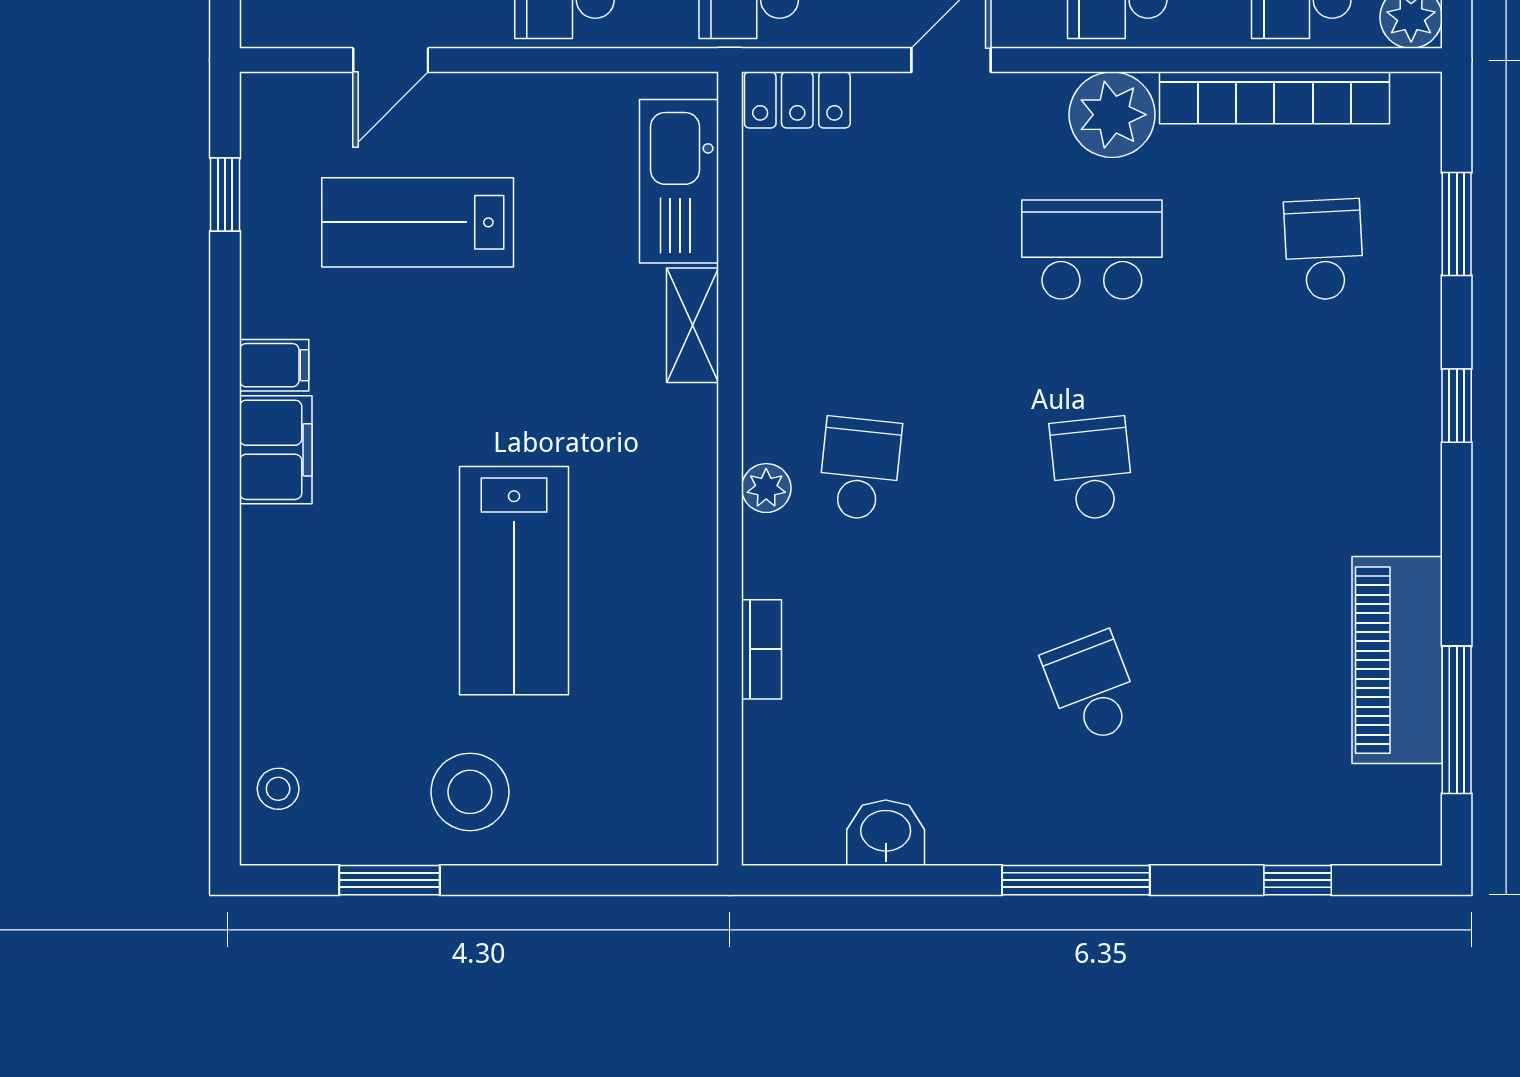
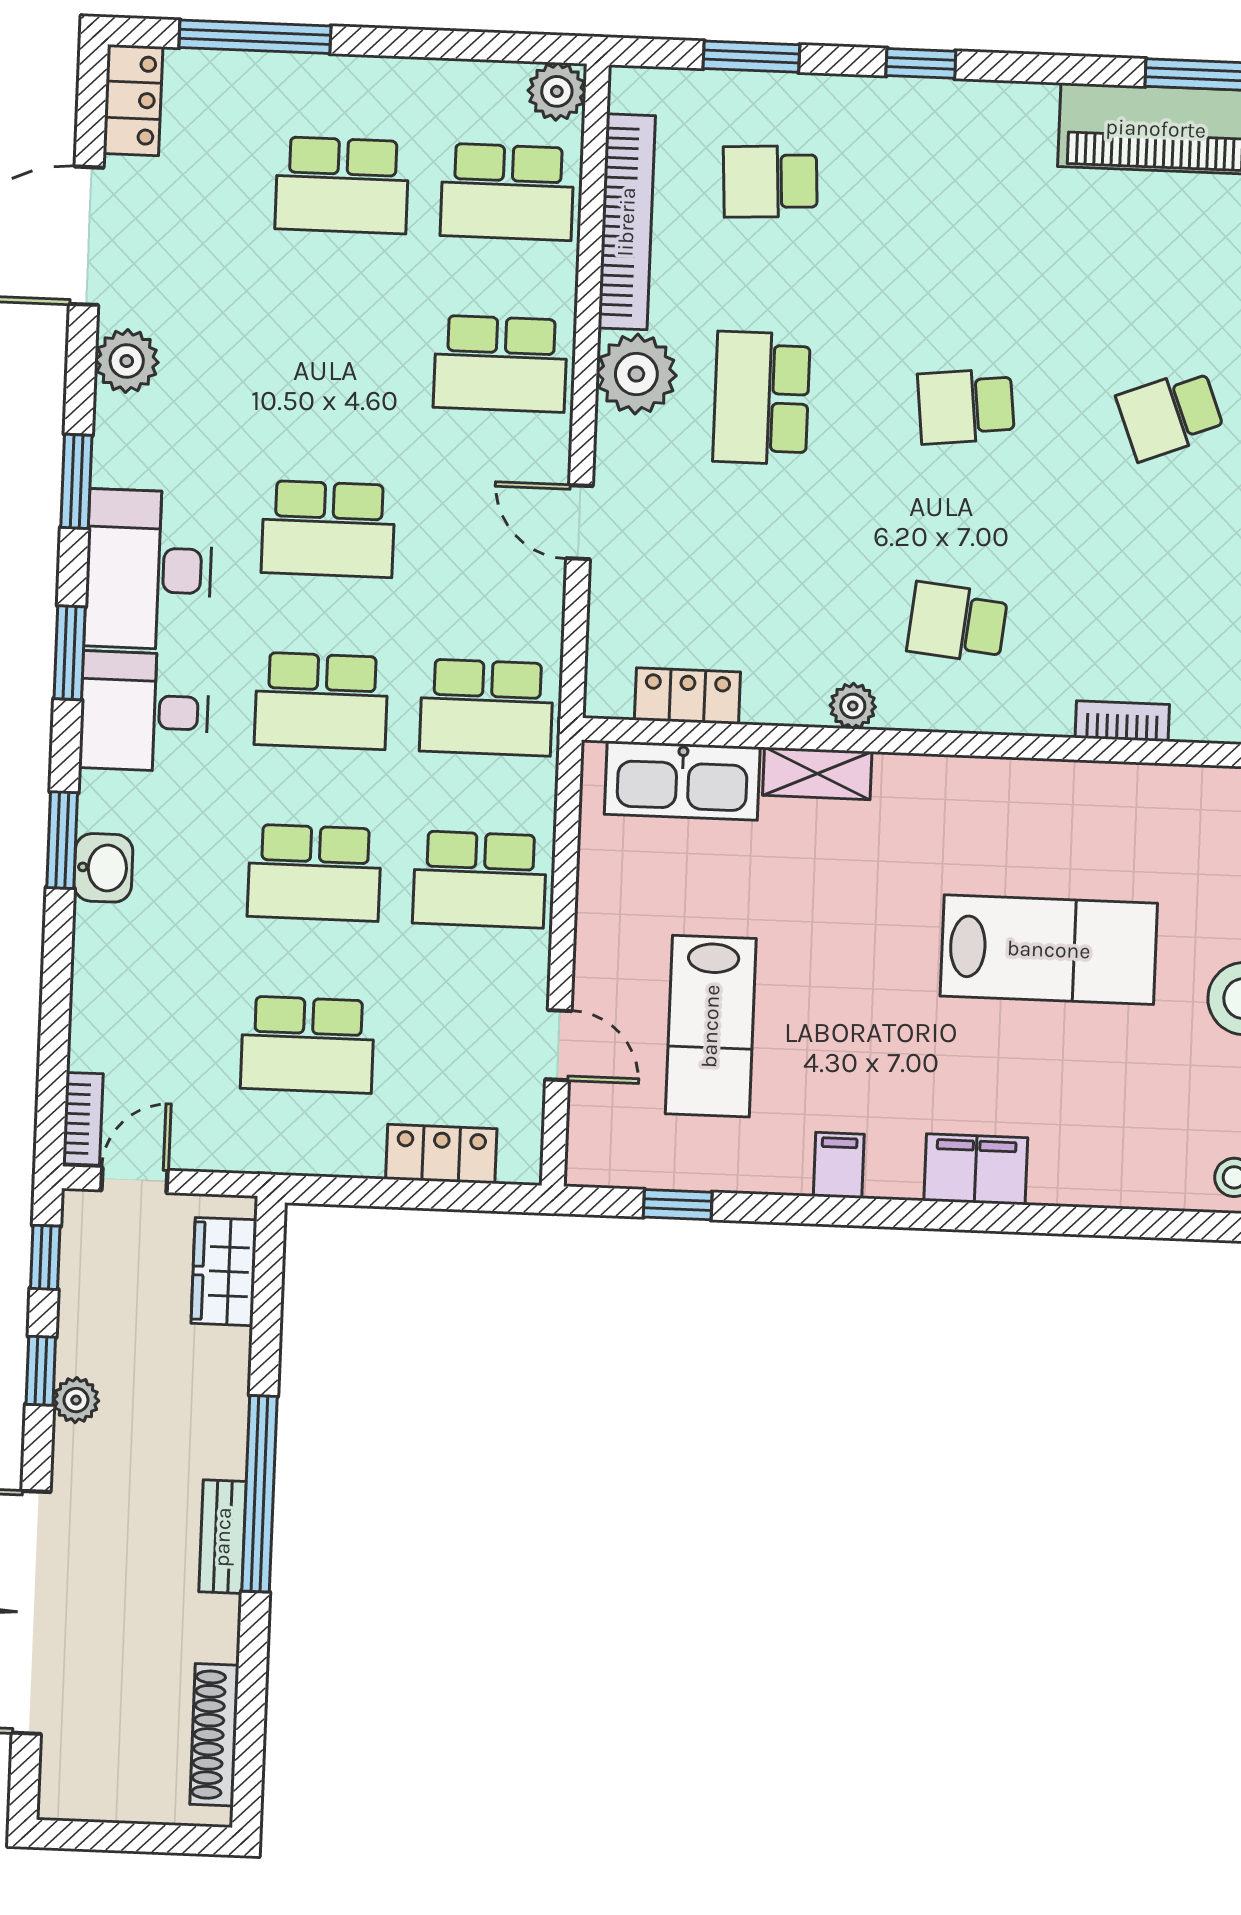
locker: (797, 100) -> (687, 696), moved, turned -90
filing cabinet: (276, 450) -> (976, 1169), moved
plant: (766, 488) -> (853, 706), moved

